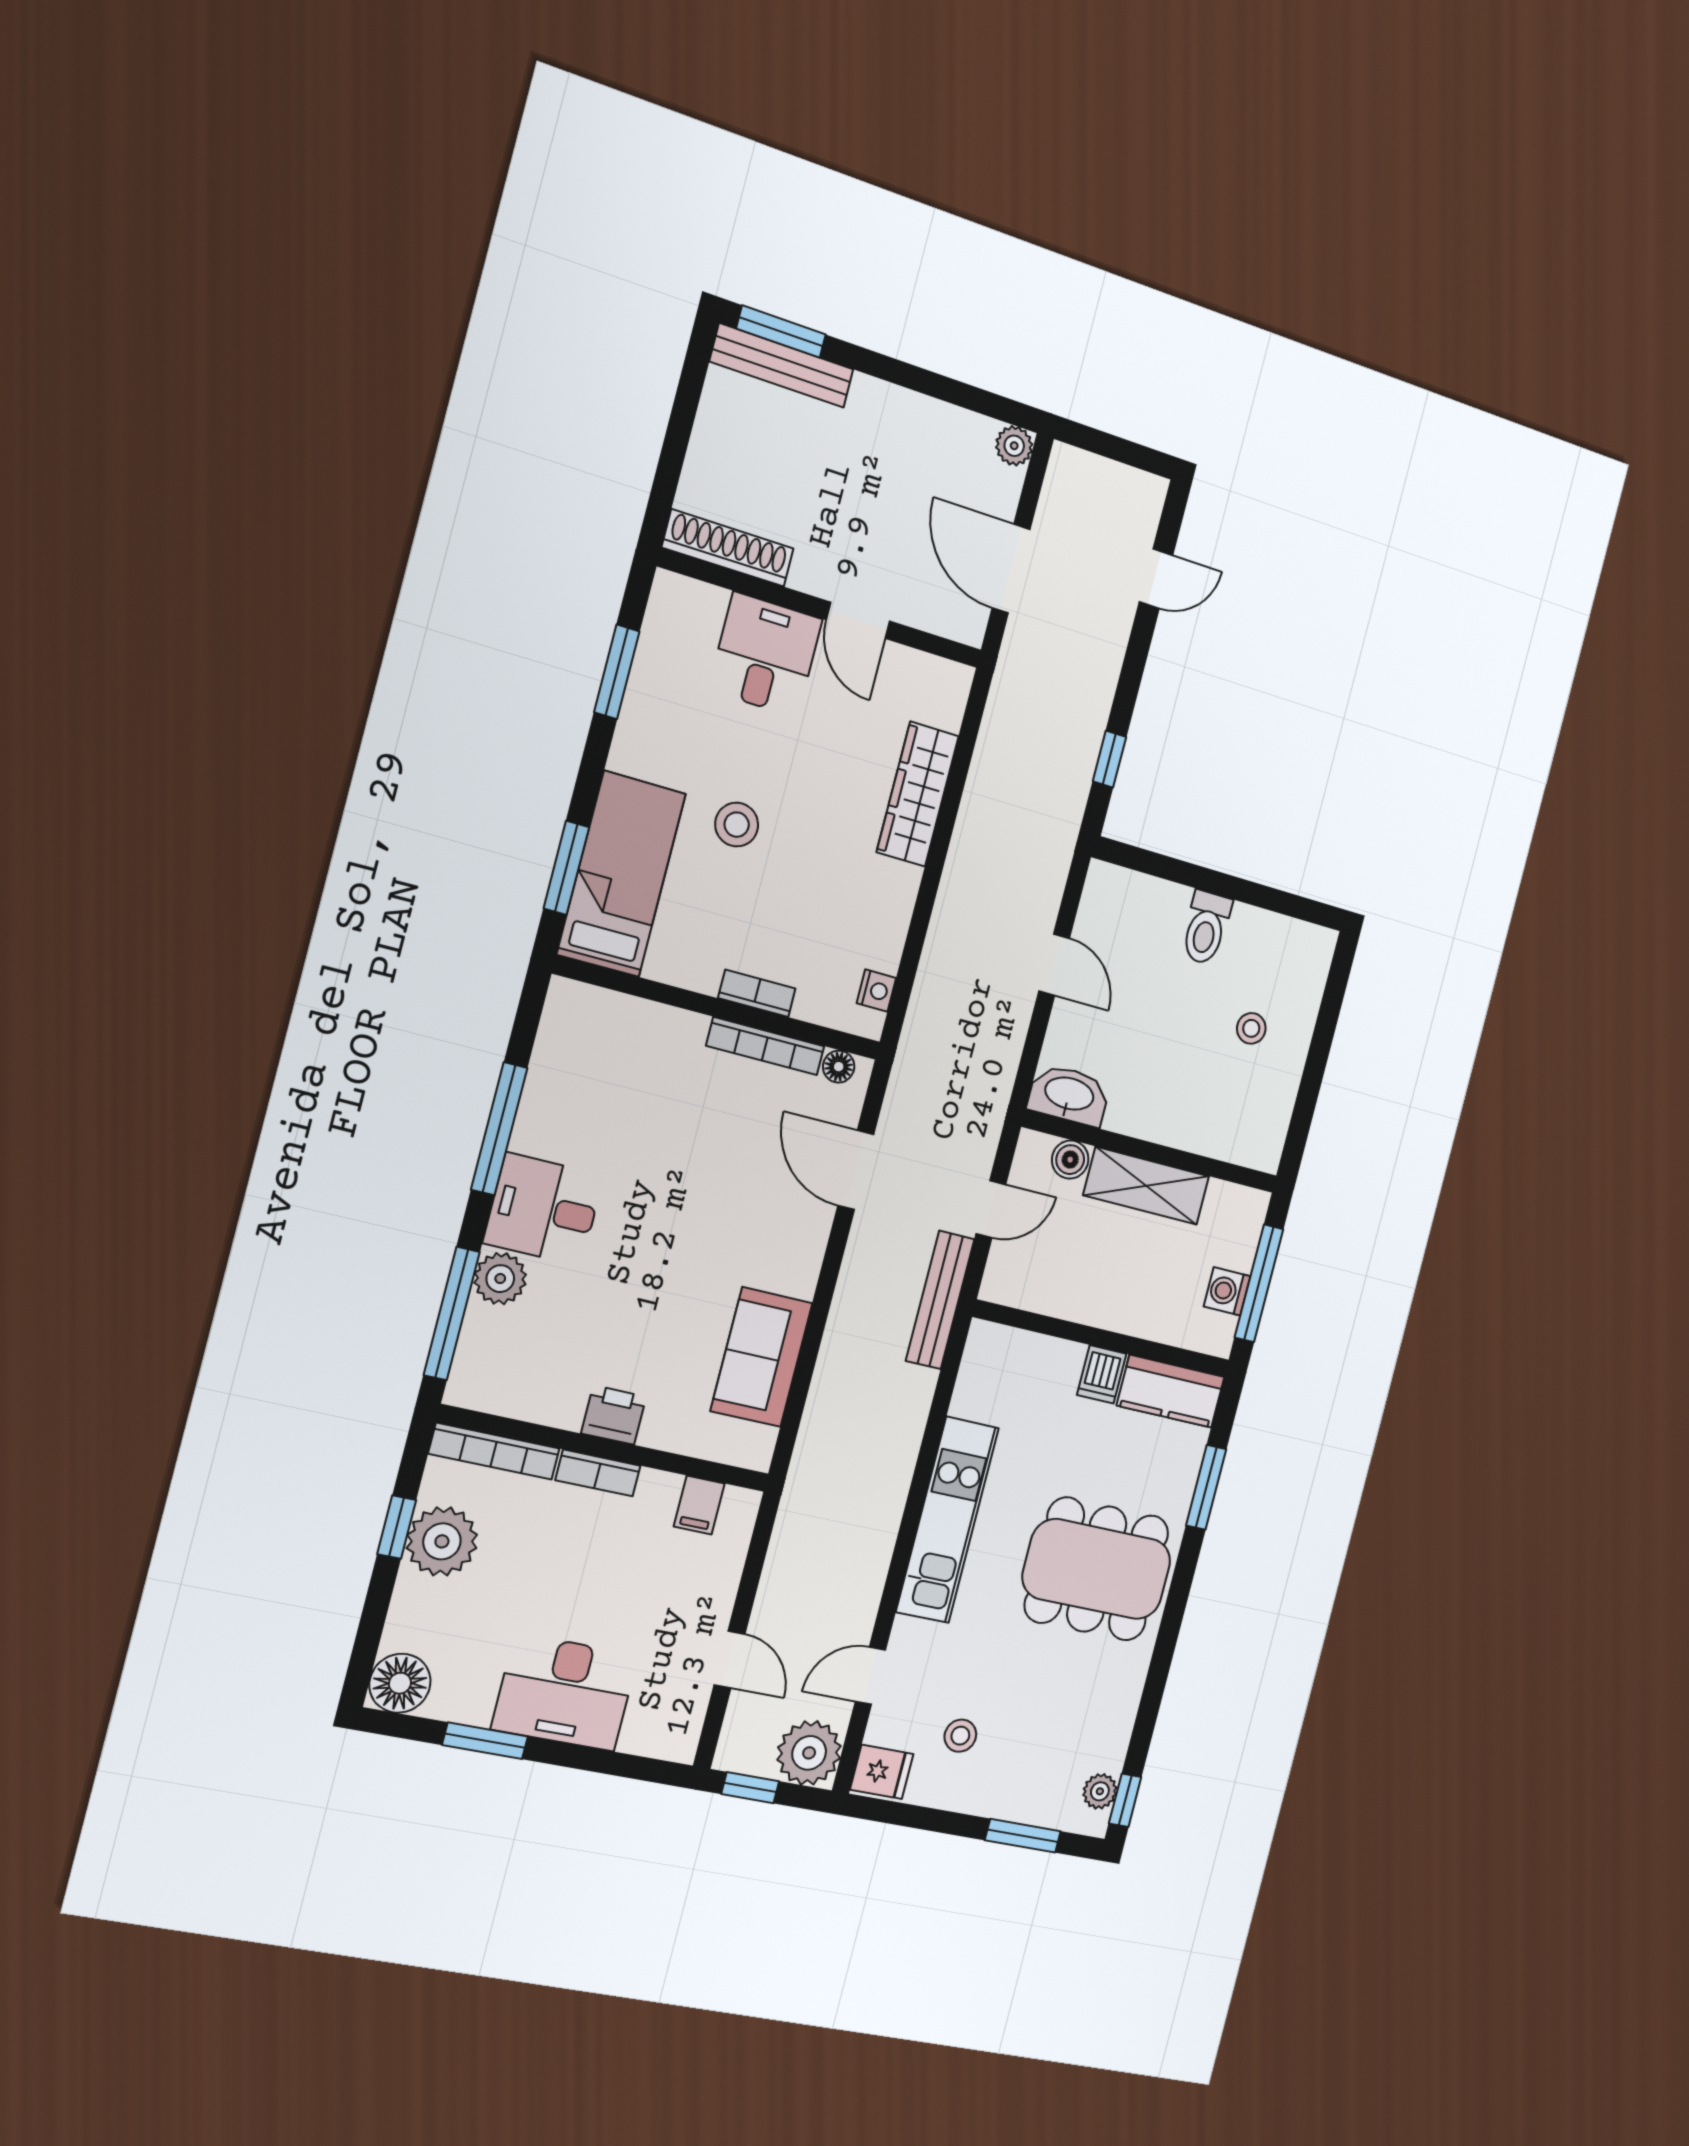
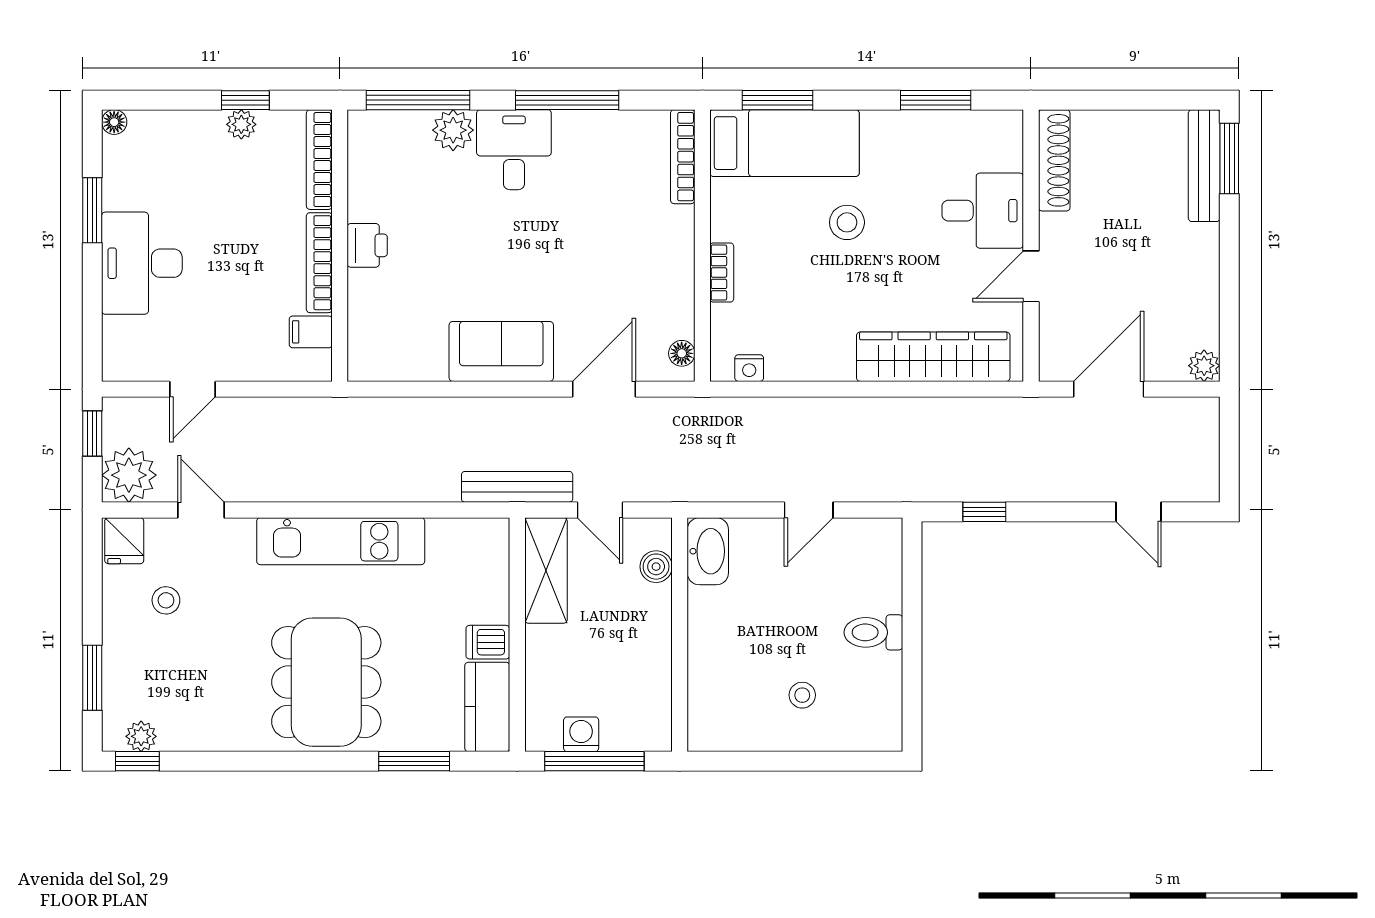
wardrobe: (918, 794) -> (933, 357), width x1.40, depth x1.17
bookcase: (765, 1046) -> (683, 157), moved
shelving: (1146, 1186) -> (546, 570), moved
sofa: (761, 1357) -> (501, 351), moved
bookcase: (598, 1473) -> (319, 263), width x1.56
plant: (442, 1541) -> (241, 124), width x0.53, depth x0.53
floor lamp: (400, 1683) -> (114, 122), width x0.53, depth x0.53

